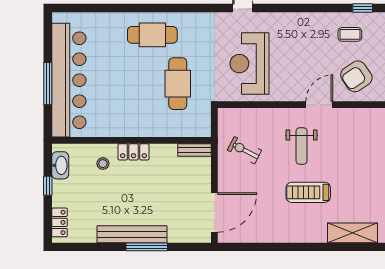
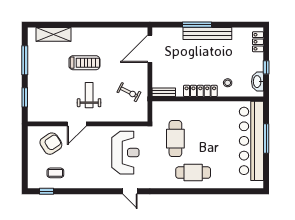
locker: (133, 152) -> (200, 91), width x1.53

